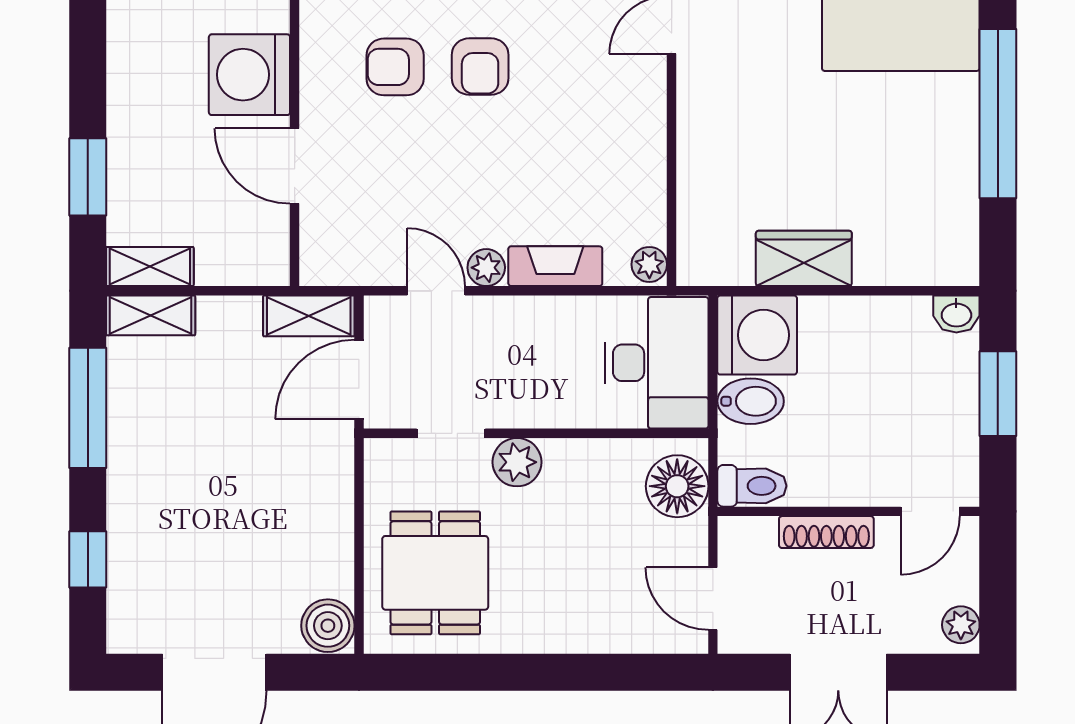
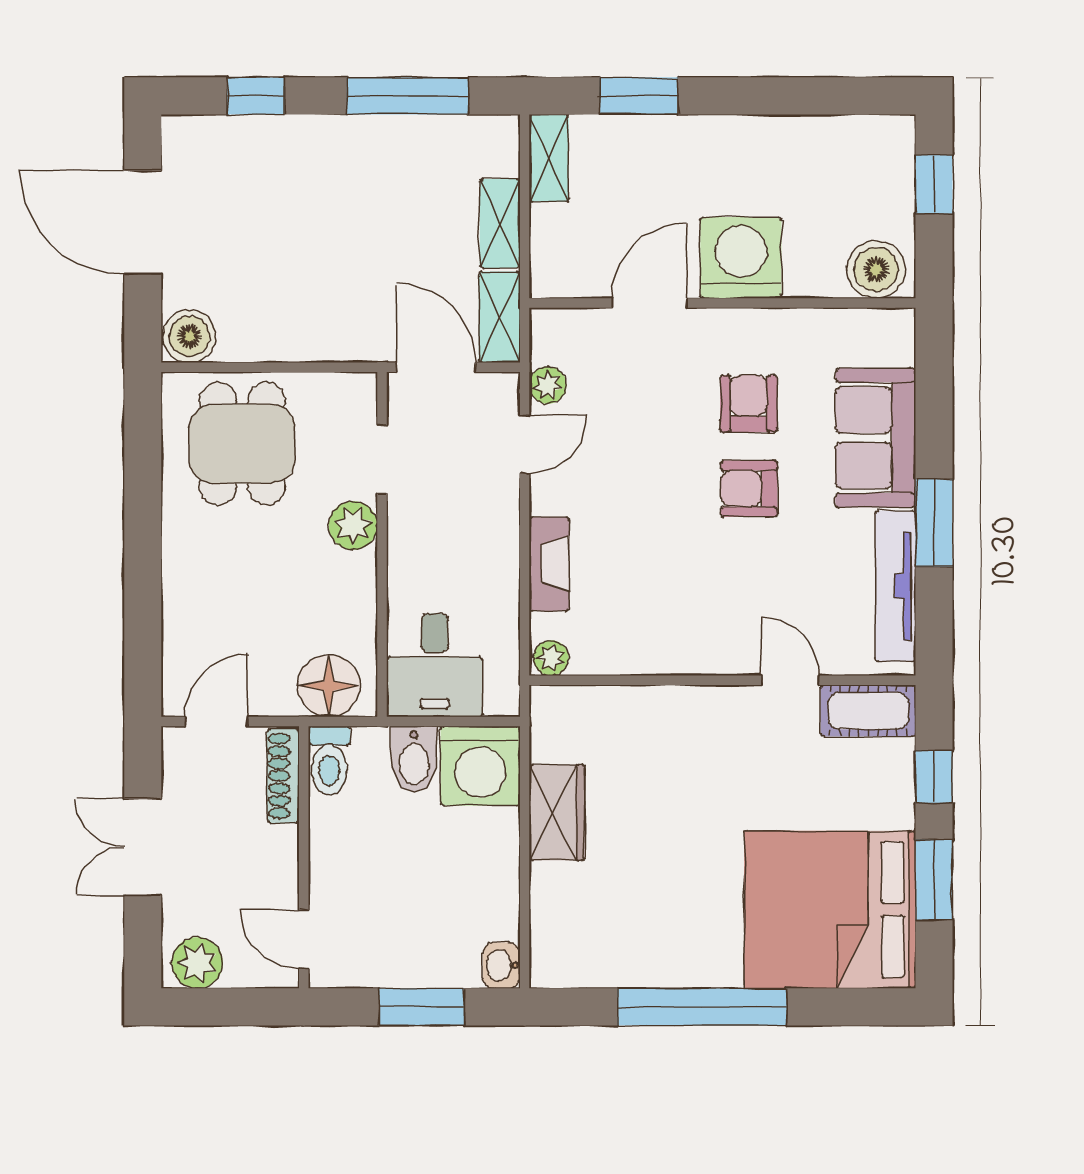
plant: (486, 268) -> (548, 385), moved
shelving: (151, 315) -> (500, 223), moved
desk: (657, 363) -> (435, 665), width x0.73
shoe rack: (826, 532) -> (283, 776), moved
dining table: (435, 573) -> (242, 444), turned 90
plant: (961, 625) -> (197, 963), width x1.38, depth x1.38

